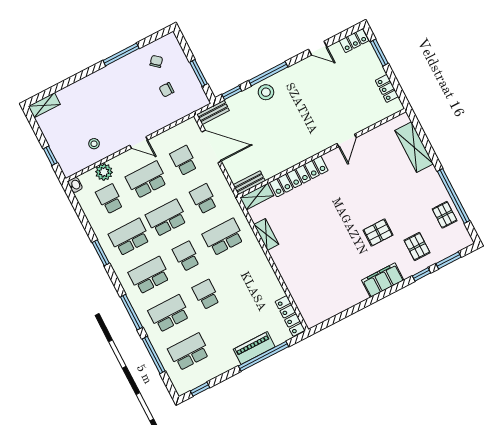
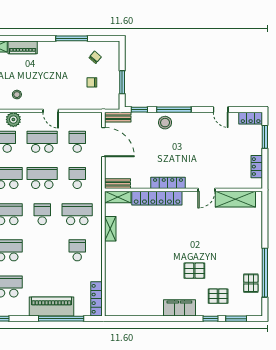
piano: (74, 91) -> (23, 47), added
shelving: (414, 147) -> (235, 199), moved, turned 90
locker: (302, 154) -> (168, 183), added
pallet: (417, 247) -> (218, 296), turned 90
school desk: (206, 294) -> (77, 250), moved
piano: (254, 348) -> (51, 306), width x1.37, depth x1.33

